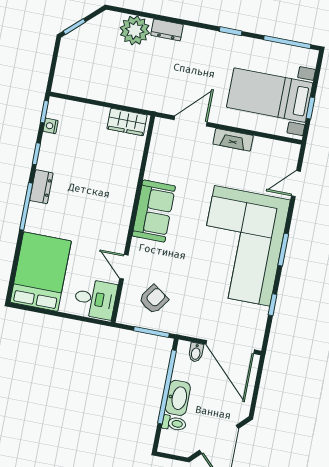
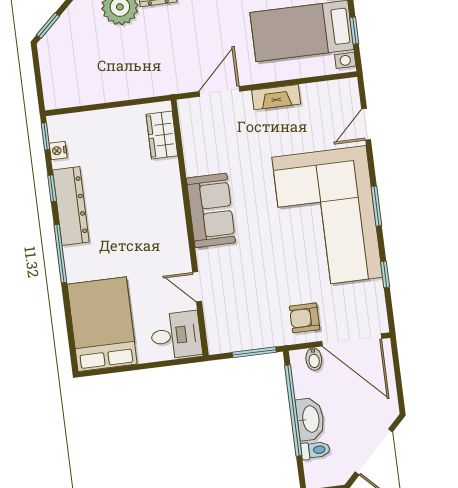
wardrobe: (127, 122) -> (162, 135), moved, turned 90
dresser: (41, 187) -> (71, 206), width x1.96, depth x1.24
armchair: (154, 299) -> (305, 318), moved, turned -125

